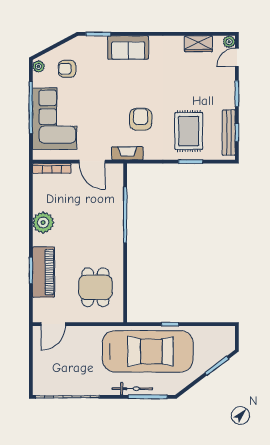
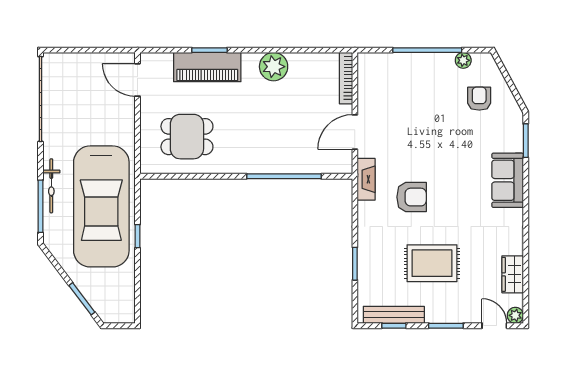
plant: (38, 66) -> (463, 60), moved
corner sofa: (55, 119) -> (412, 82), removed
rug: (189, 131) -> (432, 263), moved

